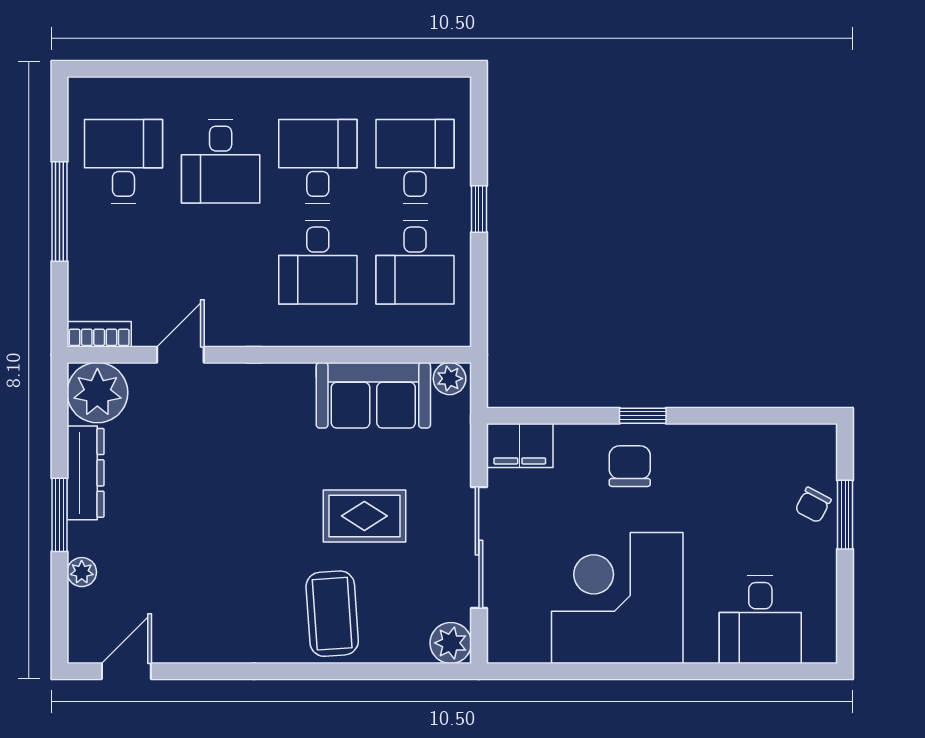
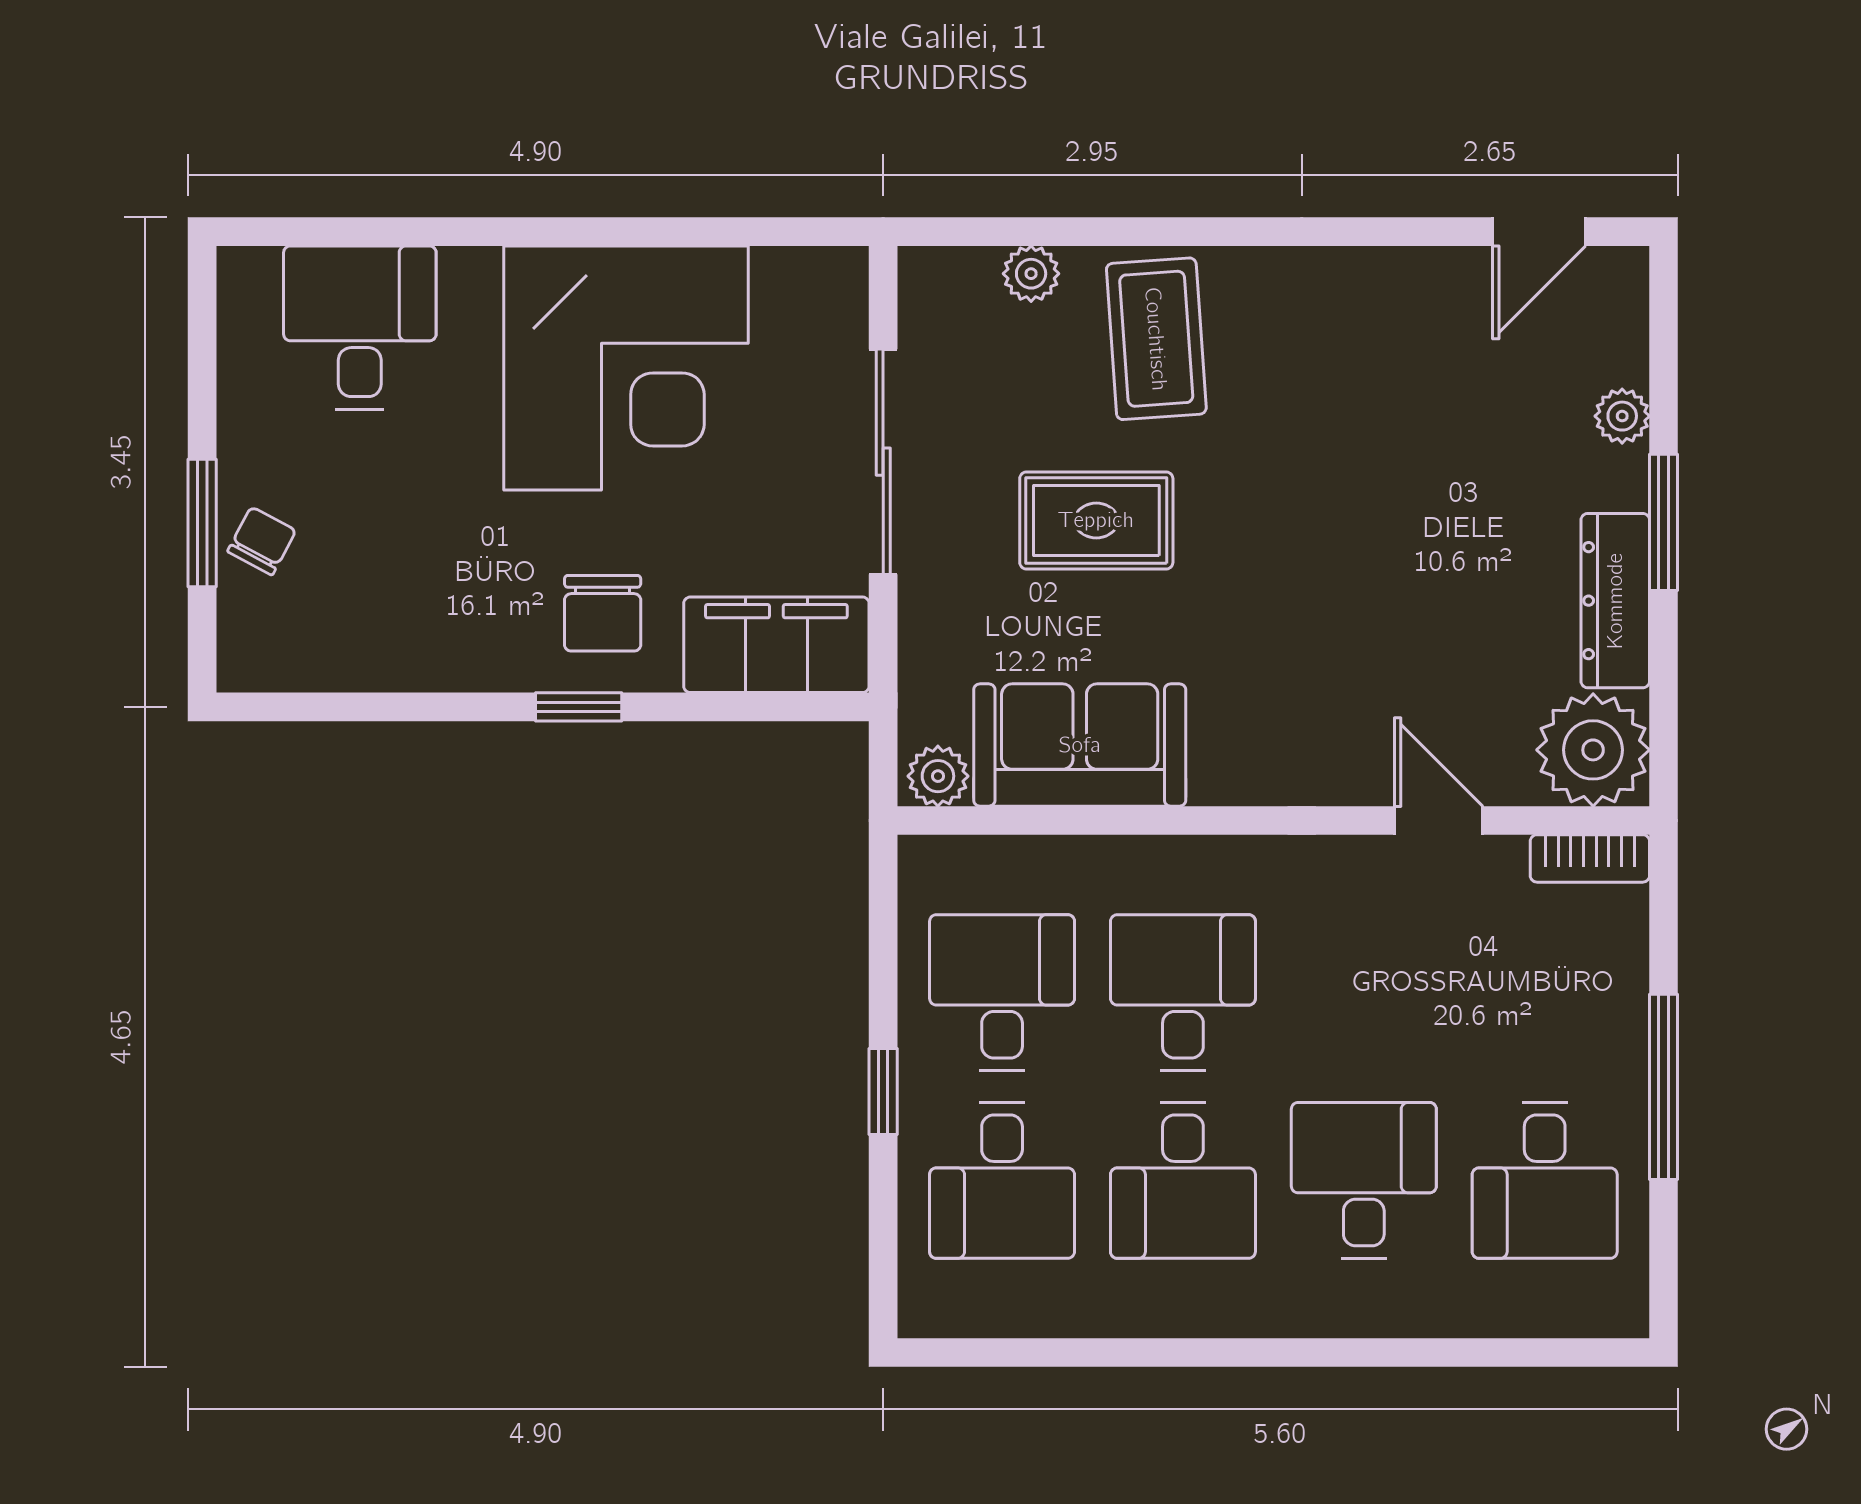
door: (180, 355) -> (1439, 820), swing flipped
filing cabinet: (520, 445) -> (776, 645), width x1.50, depth x1.17
plant: (451, 643) -> (1031, 274), moved, width x0.73, depth x0.73

